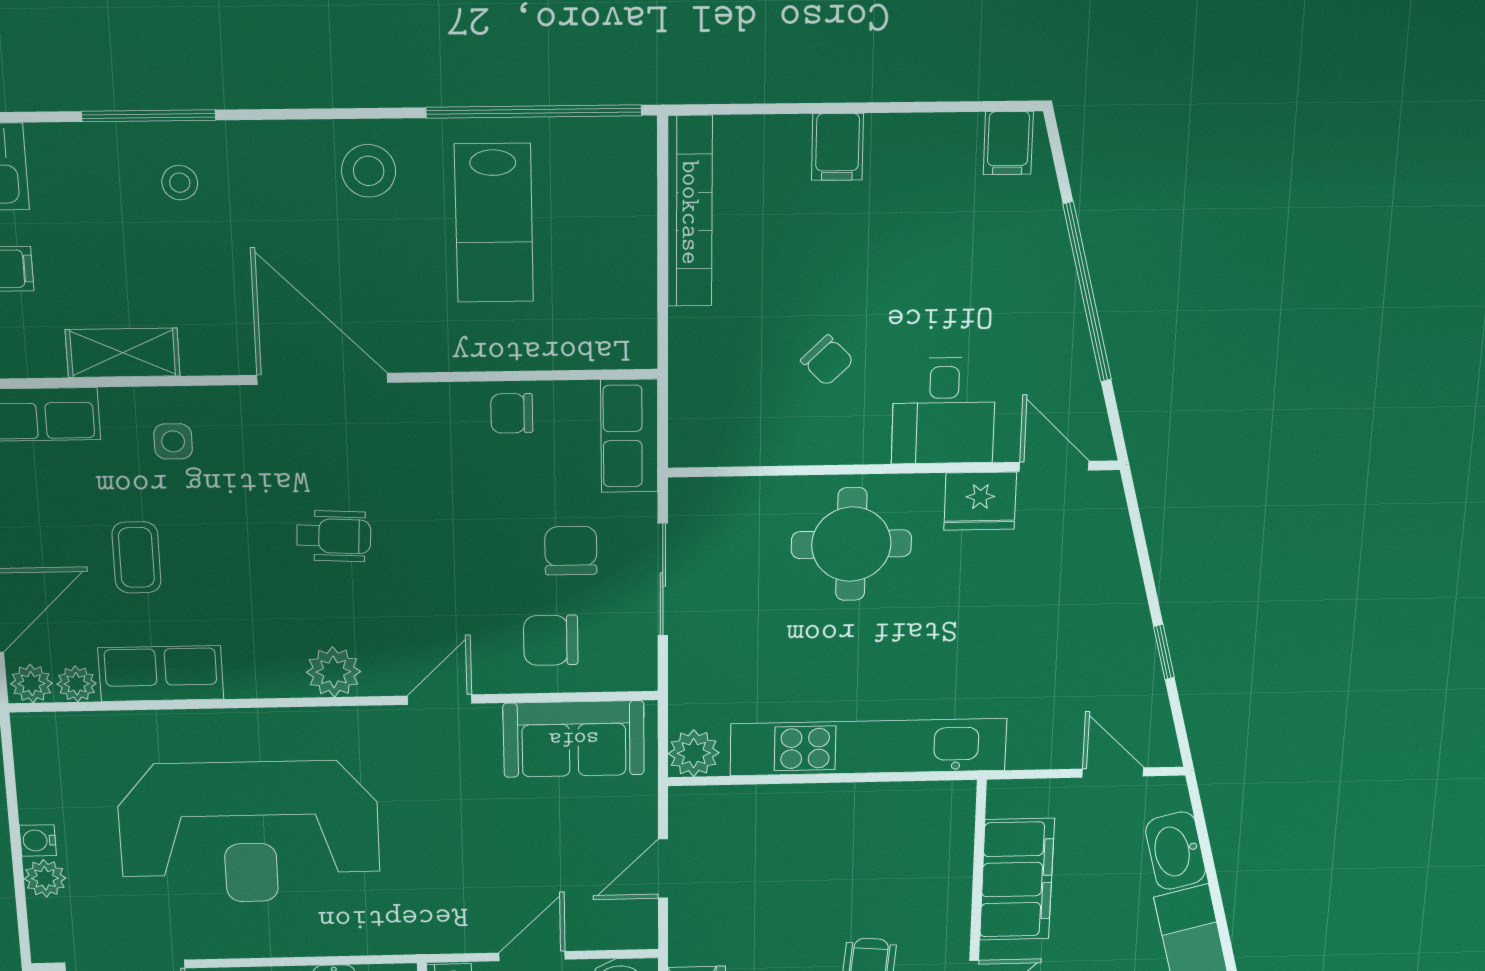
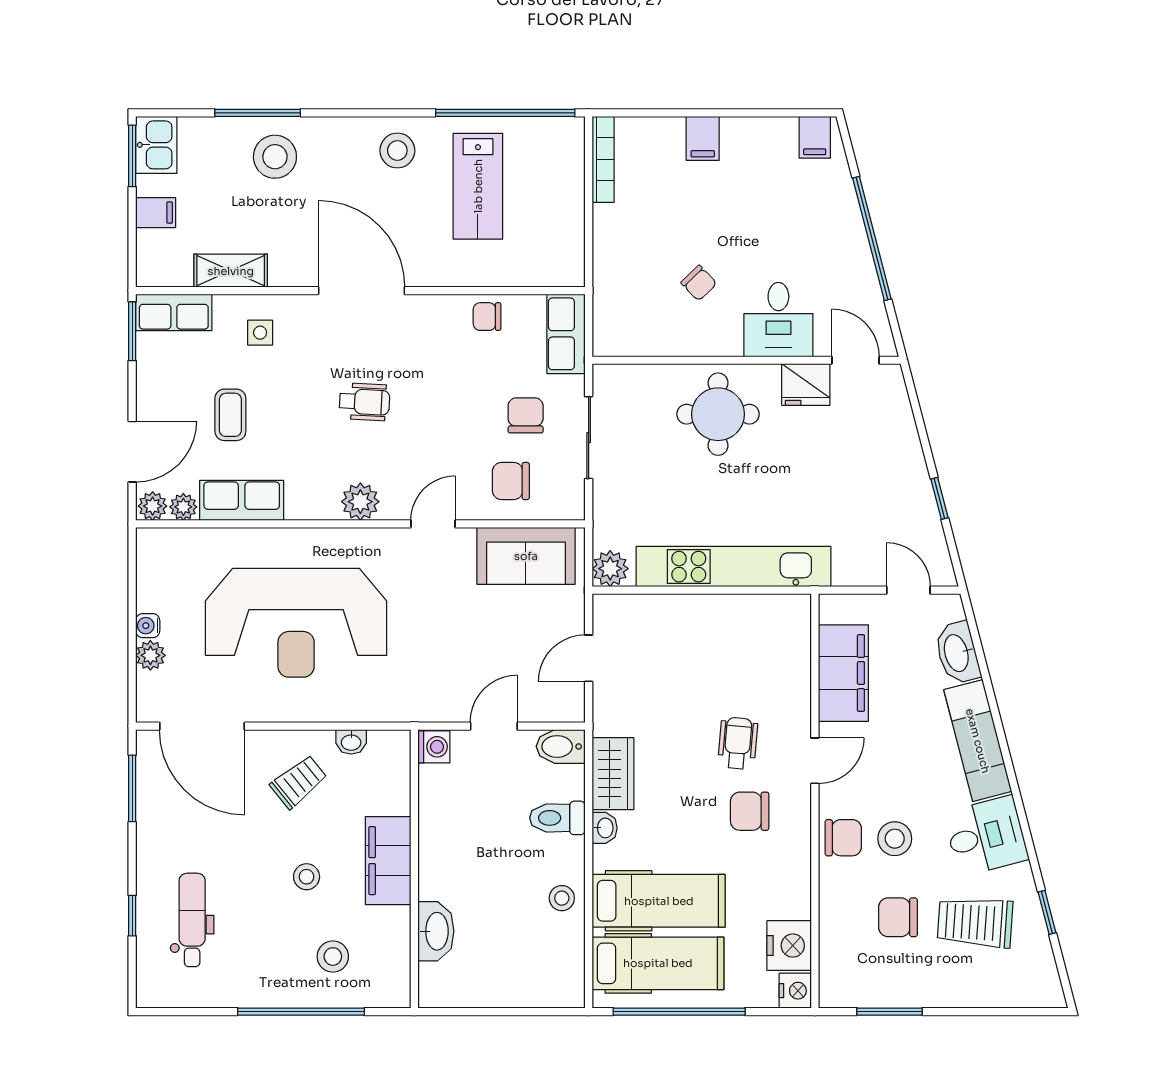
stool: (180, 183) -> (275, 157), width x1.89, depth x1.89
bookcase: (690, 212) -> (603, 159), width x0.68, depth x0.76

